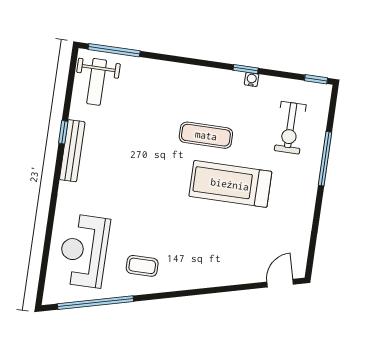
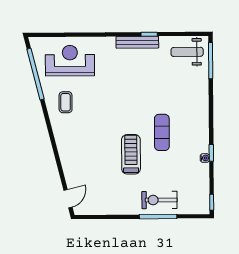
exercise bike: (290, 128) -> (159, 200), moved
treadmill: (230, 184) -> (131, 154), width x0.73, depth x0.73
door: (280, 283) -> (68, 199), hinge flipped

